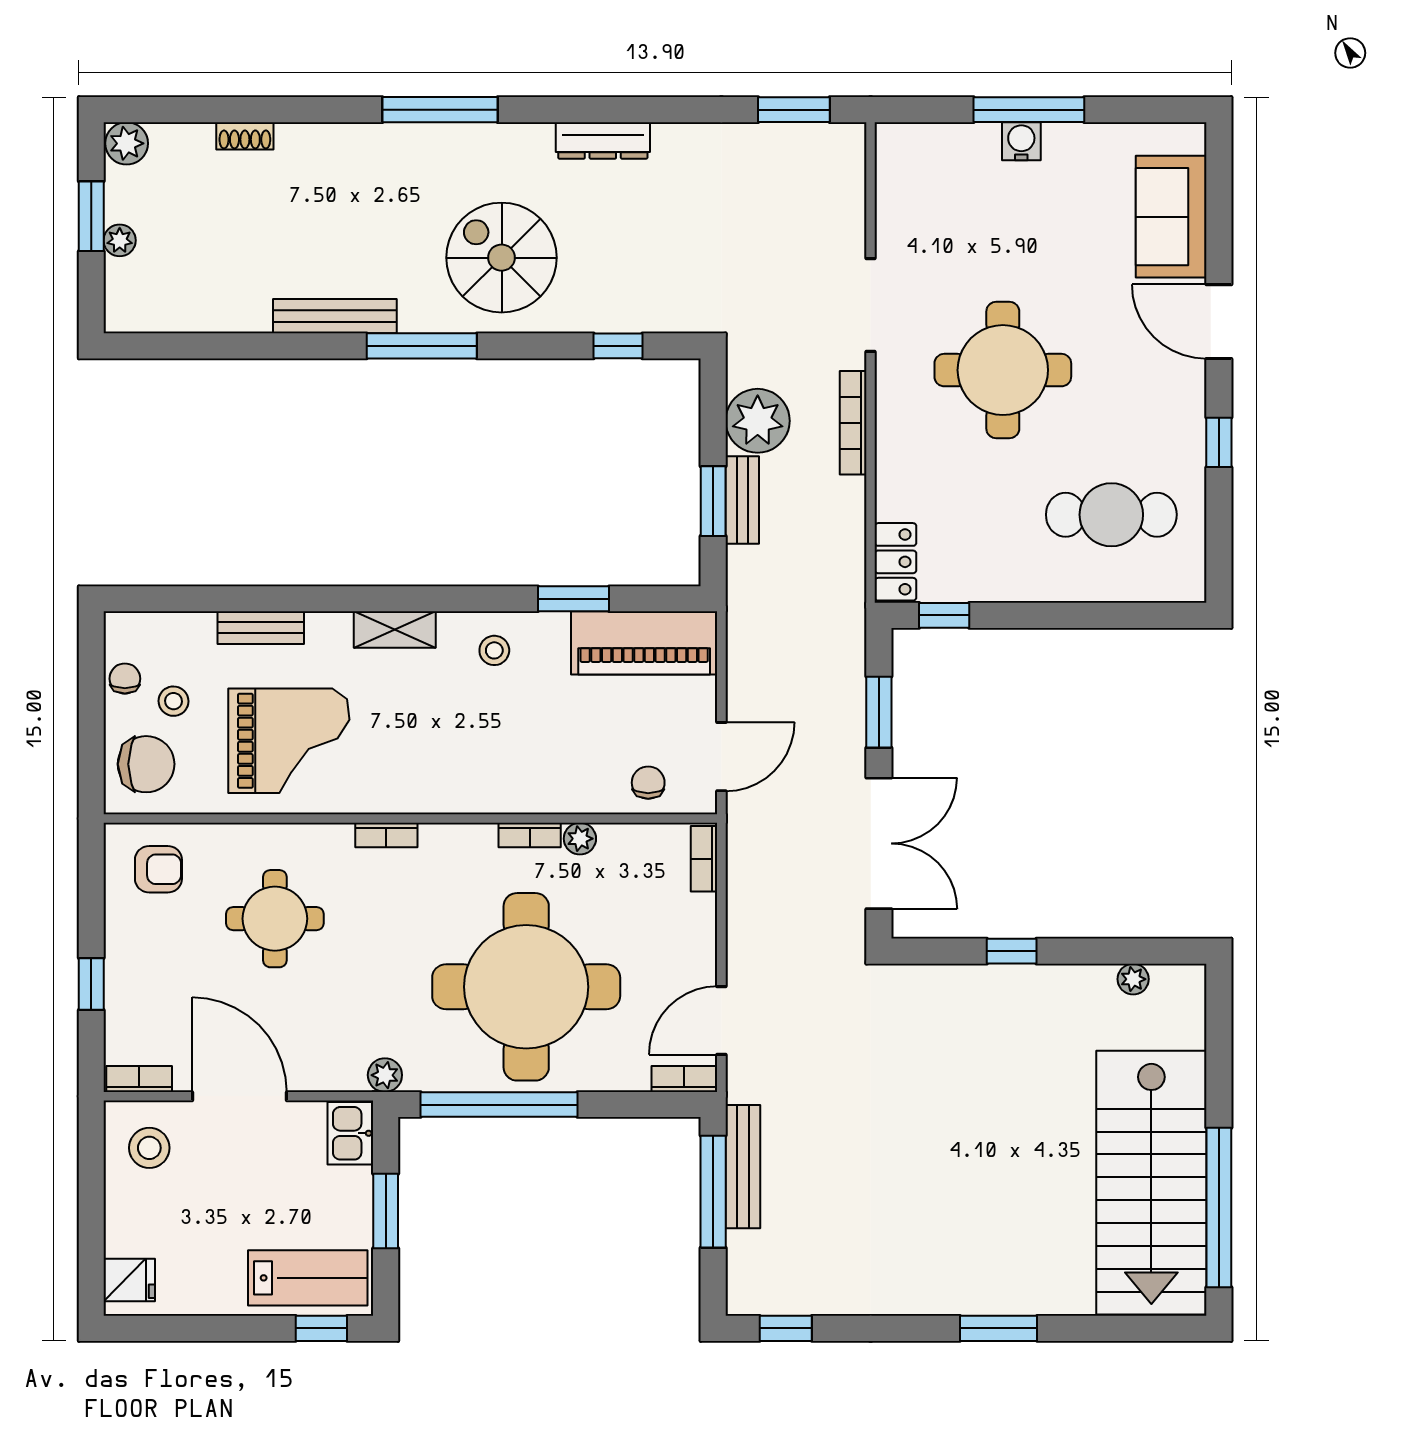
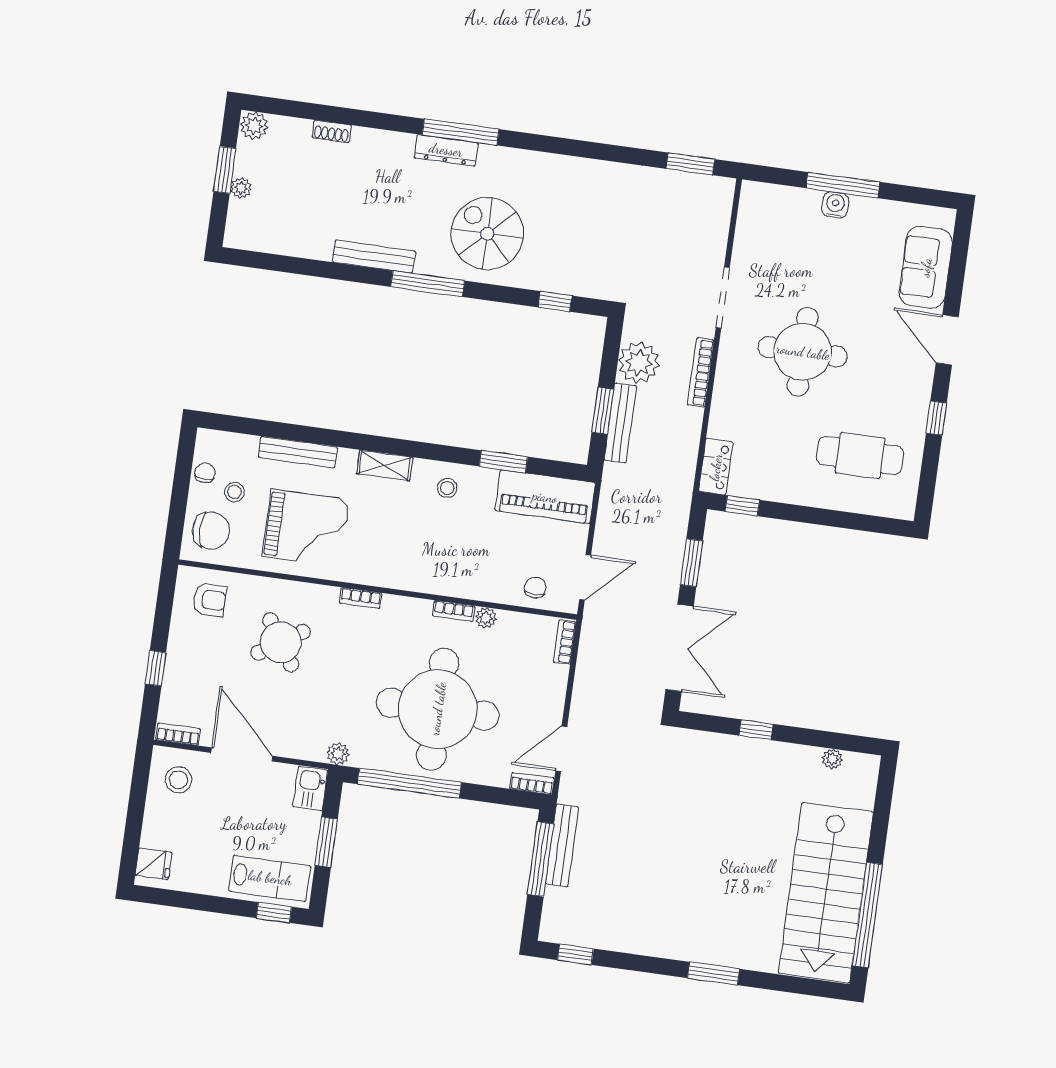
dresser: (603, 140) -> (446, 150), moved
bench: (742, 500) -> (620, 423), width x1.36
bench: (261, 628) -> (298, 452), width x1.36
round table: (275, 919) -> (281, 642), turned -33

